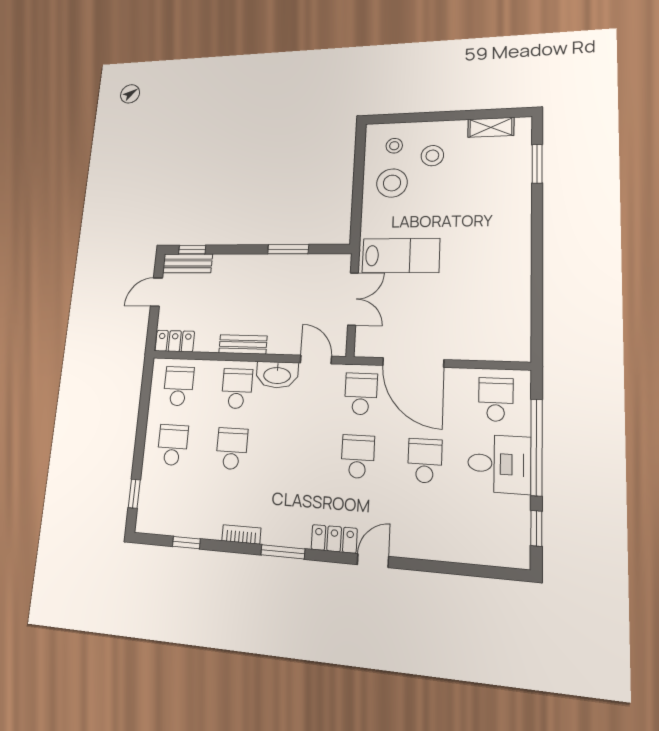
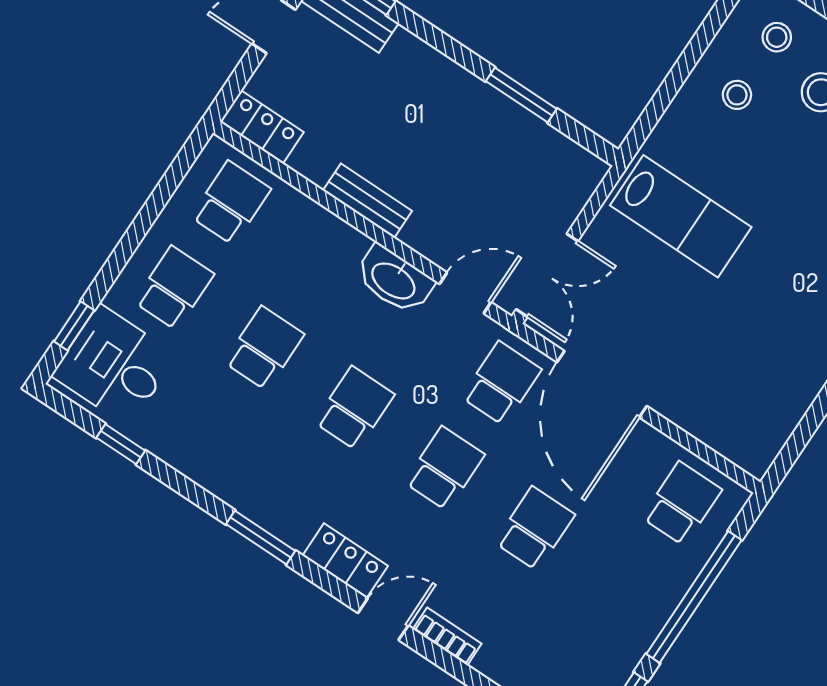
stool: (392, 183) -> (737, 95), width x0.53, depth x0.53
double door: (353, 299) -> (547, 275), moved
door: (316, 359) -> (465, 293), hinge flipped
school desk: (237, 389) -> (354, 408), moved
desk: (499, 464) -> (114, 366), moved, turned 180
bookcase: (241, 534) -> (447, 636), moved

